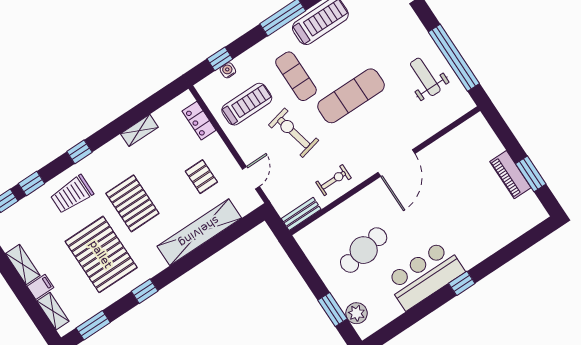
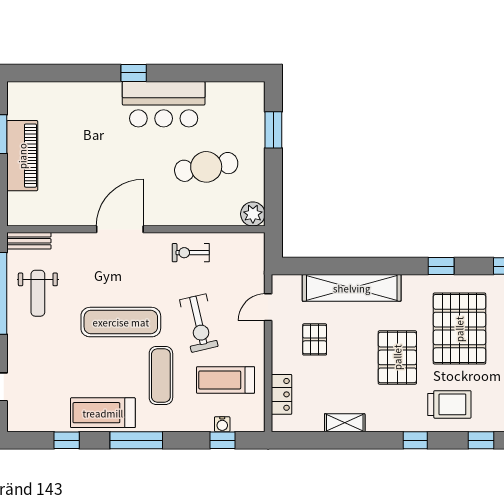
piano: (510, 175) -> (22, 156), width x1.37, depth x1.33
bench: (301, 214) -> (29, 241), moved
plant: (357, 313) -> (253, 214), moved

